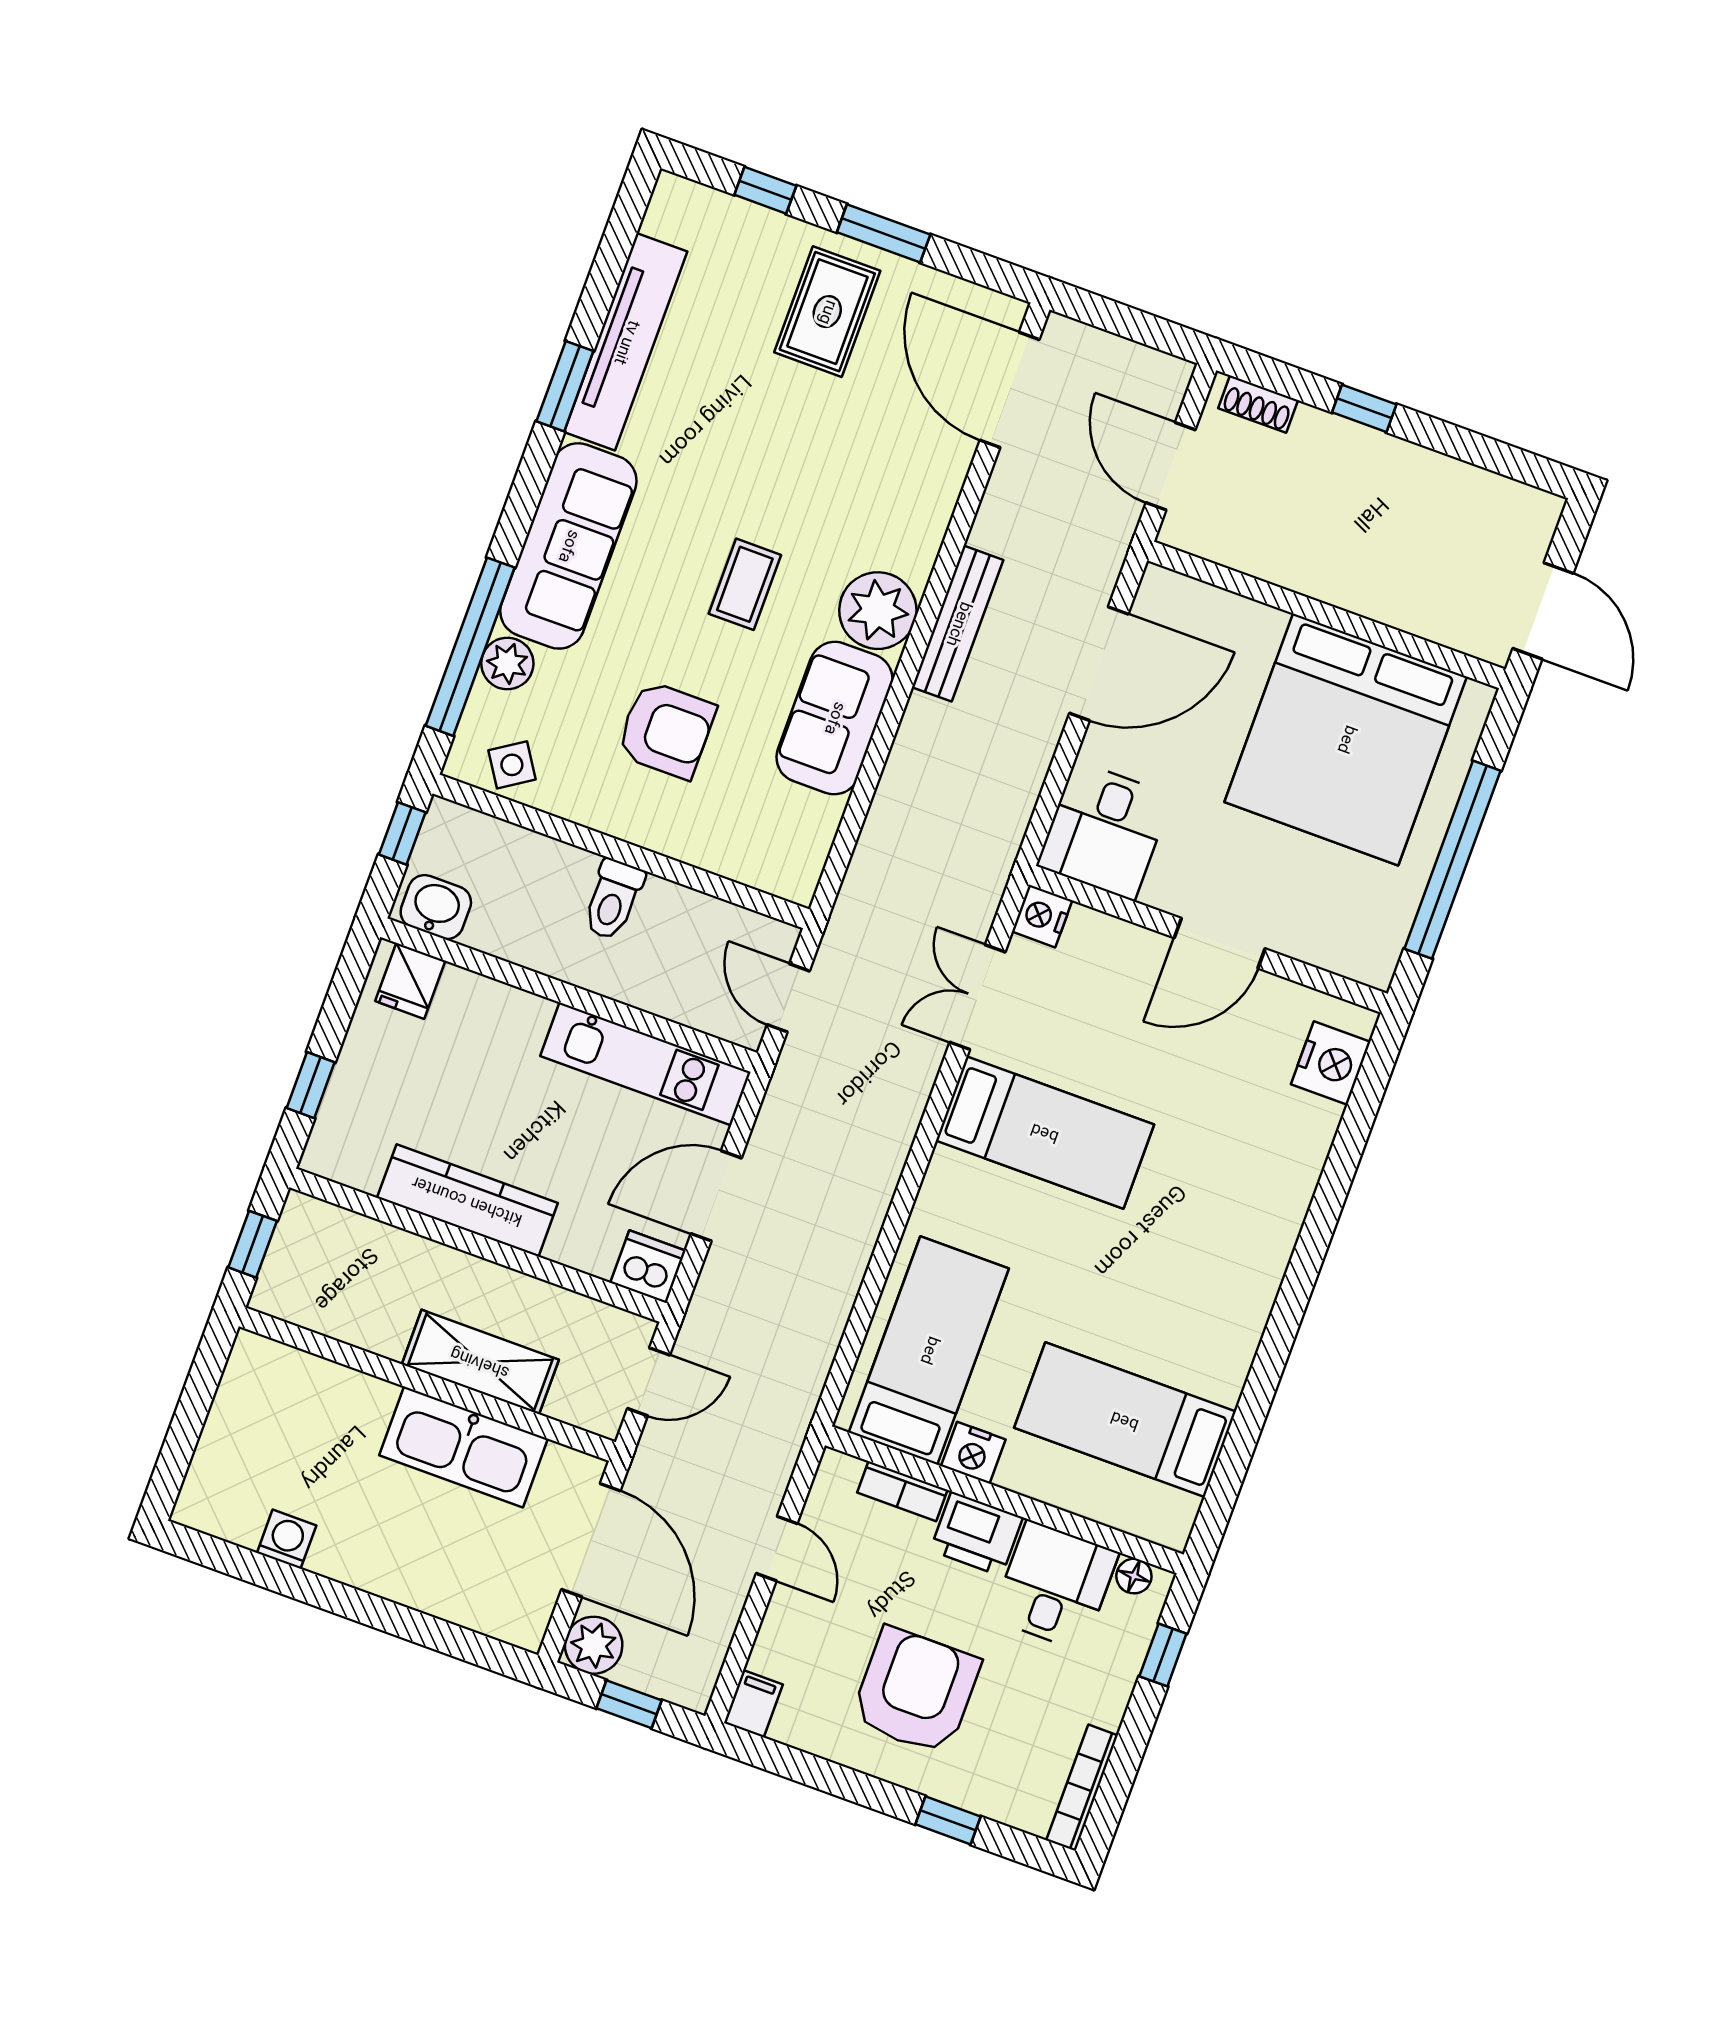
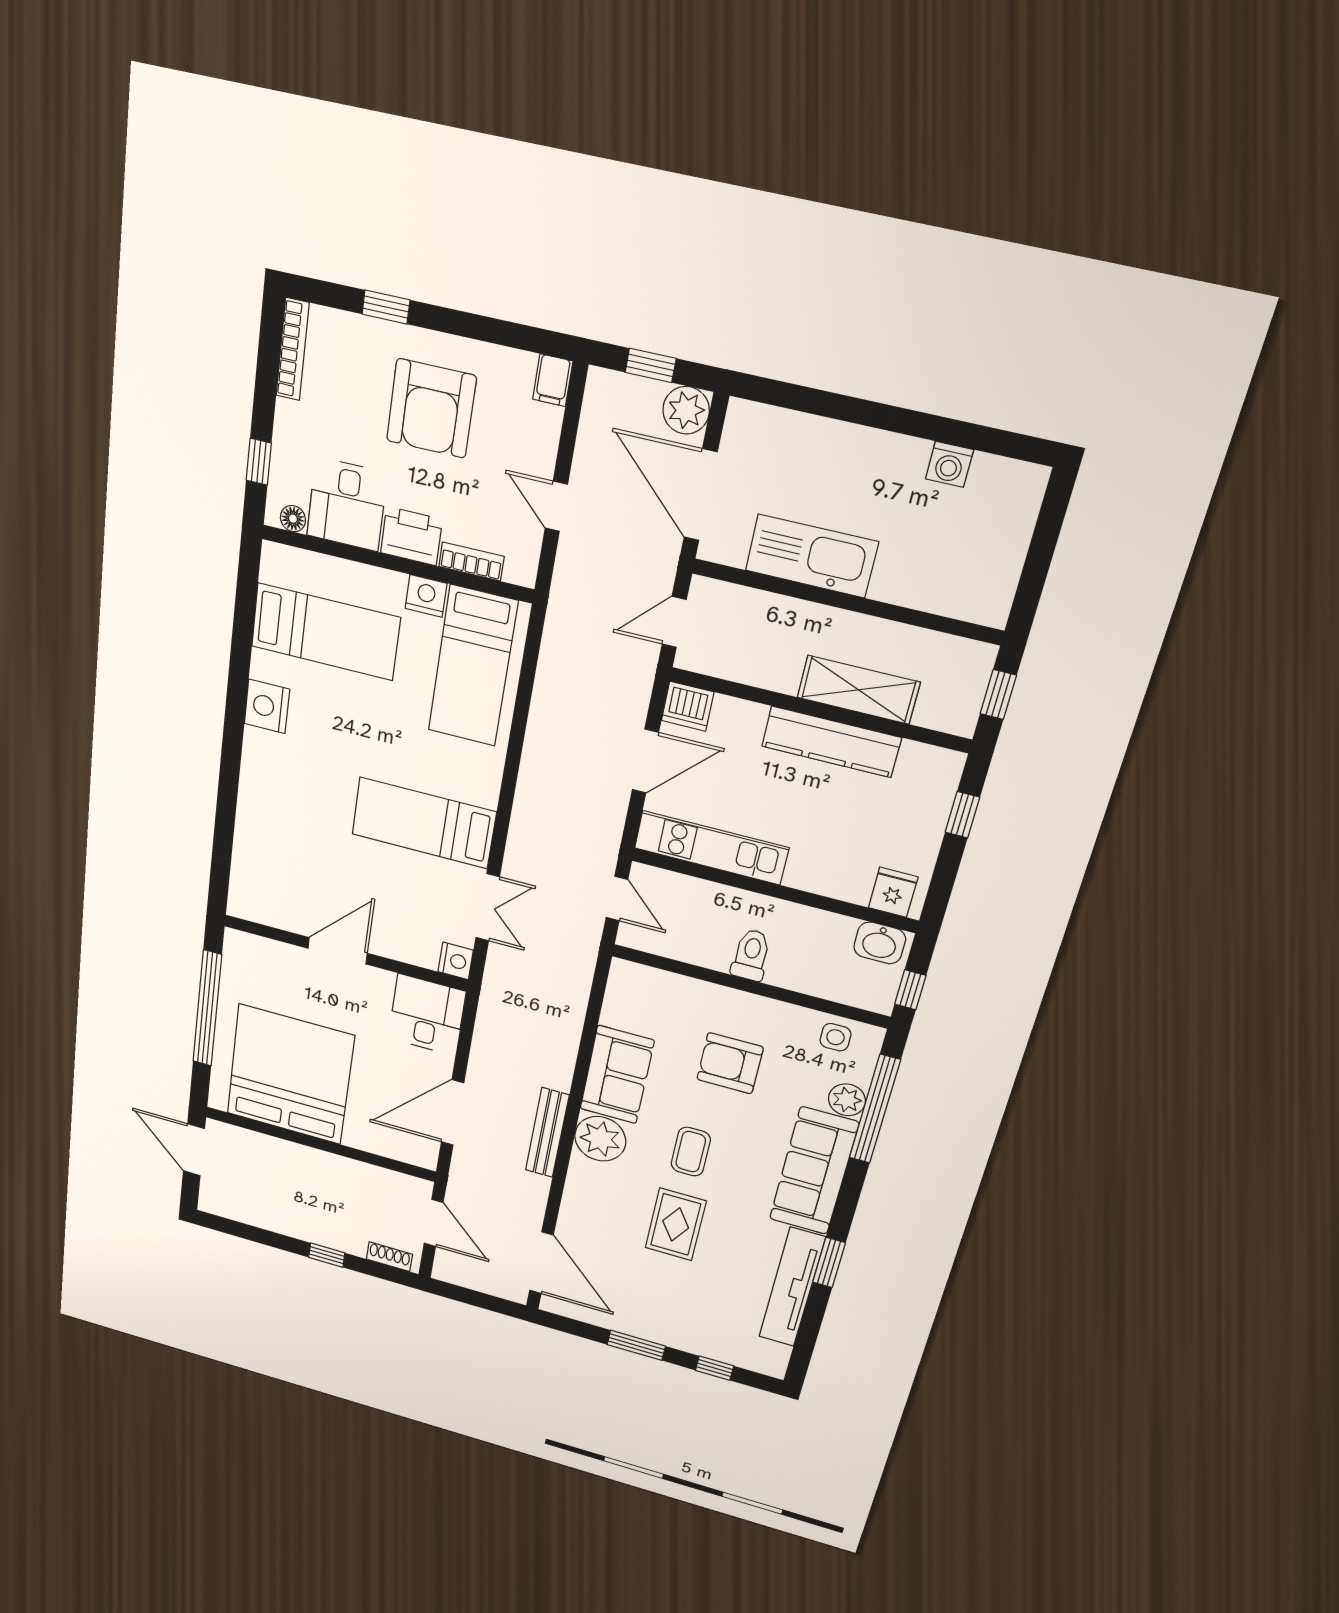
rug: (827, 312) -> (676, 1224), moved
side table: (512, 765) -> (835, 1037), turned 33
nightstand: (1331, 1063) -> (267, 706), moved
shelving: (480, 1362) -> (858, 690), moved

